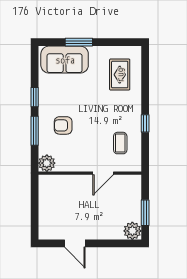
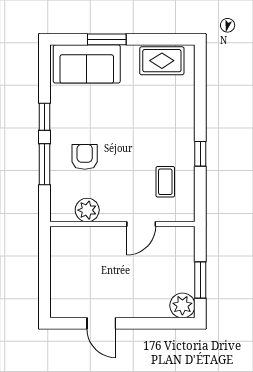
rug: (120, 75) -> (162, 61), moved, turned 90
armchair: (63, 125) -> (85, 157), turned 90
plant: (47, 163) -> (87, 210), moved

